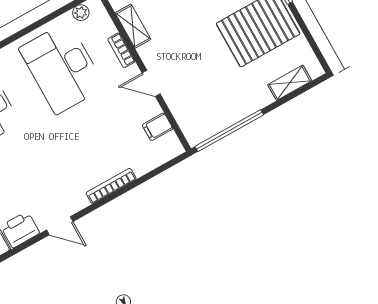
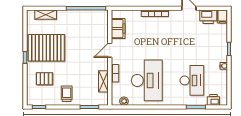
door: (151, 83) -> (110, 50), swing flipped
filing cabinet: (158, 127) -> (118, 29), width x2.00

